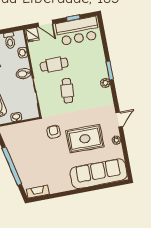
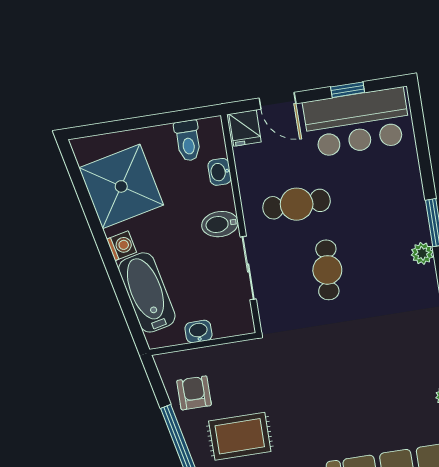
armchair: (54, 132) -> (194, 393), moved
rug: (85, 139) -> (240, 436), moved, width x0.73, depth x0.70

